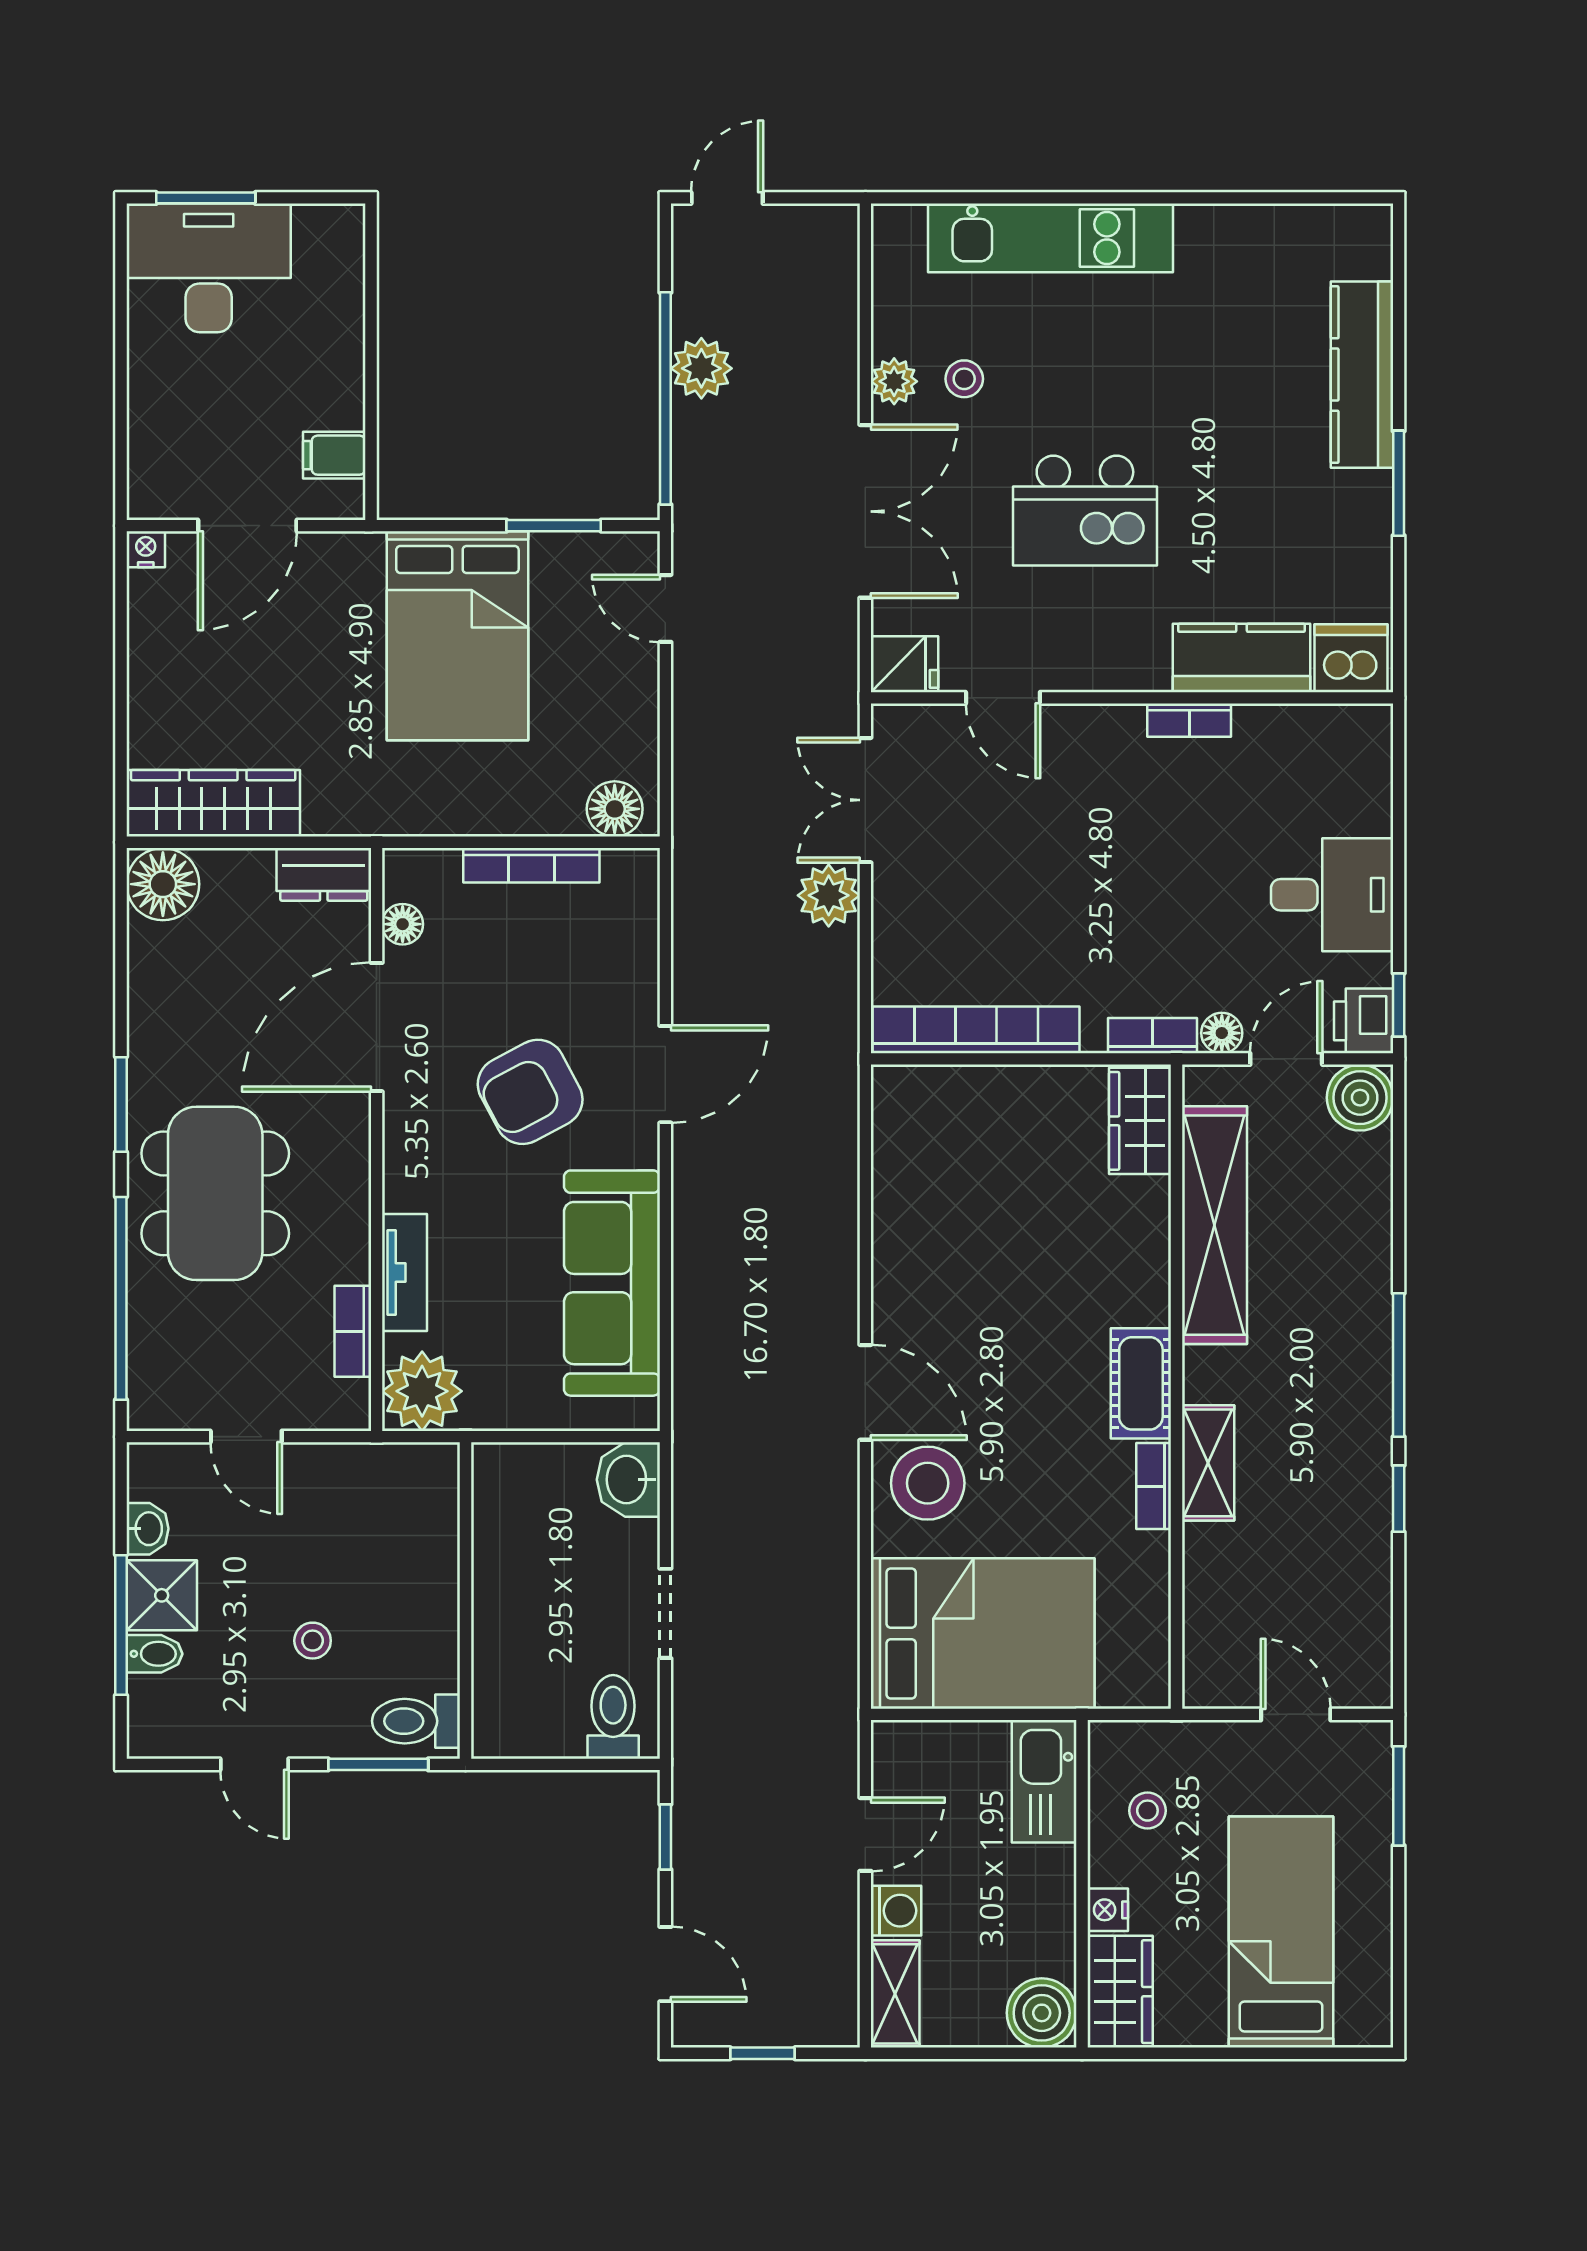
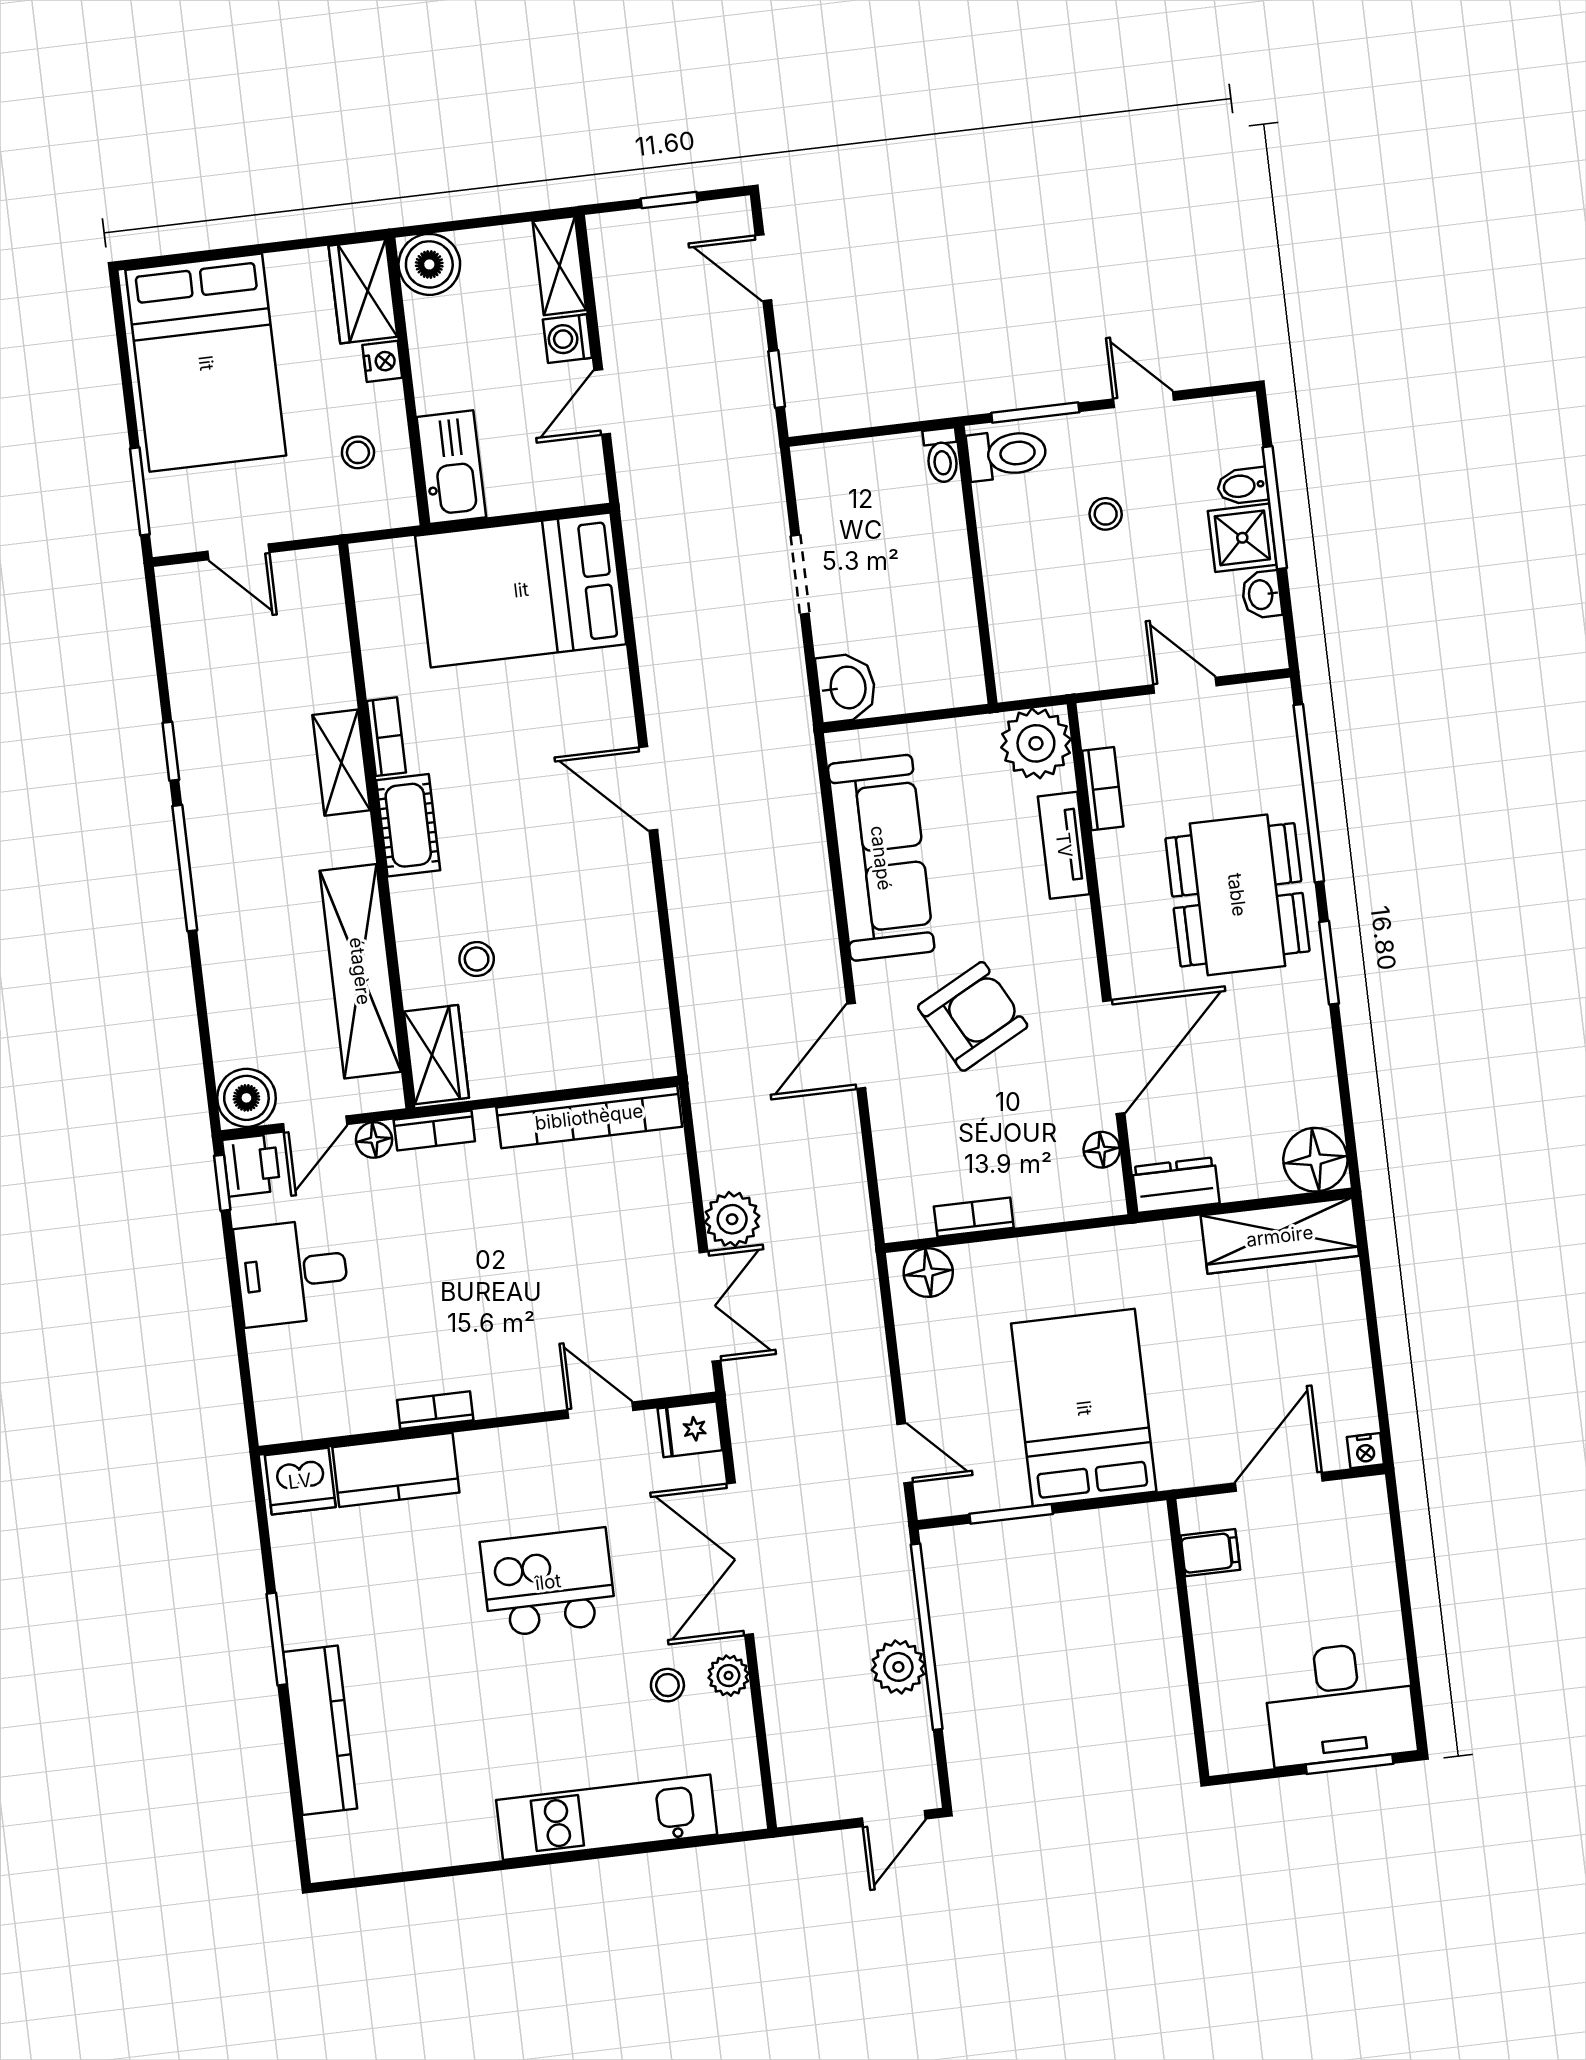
bookcase: (531, 865) -> (974, 1217), width x0.64
stool: (928, 1483) -> (477, 959), moved, width x0.53, depth x0.53
toilet: (613, 1717) -> (942, 455), moved, width x0.73, depth x0.72
bed: (1281, 1932) -> (206, 363), width x1.50

